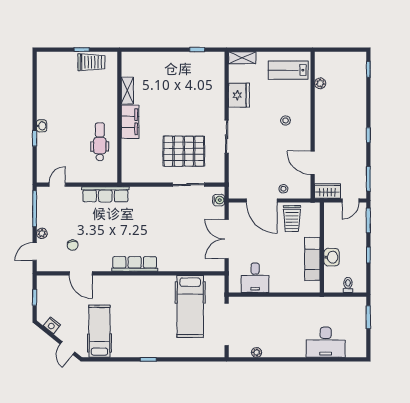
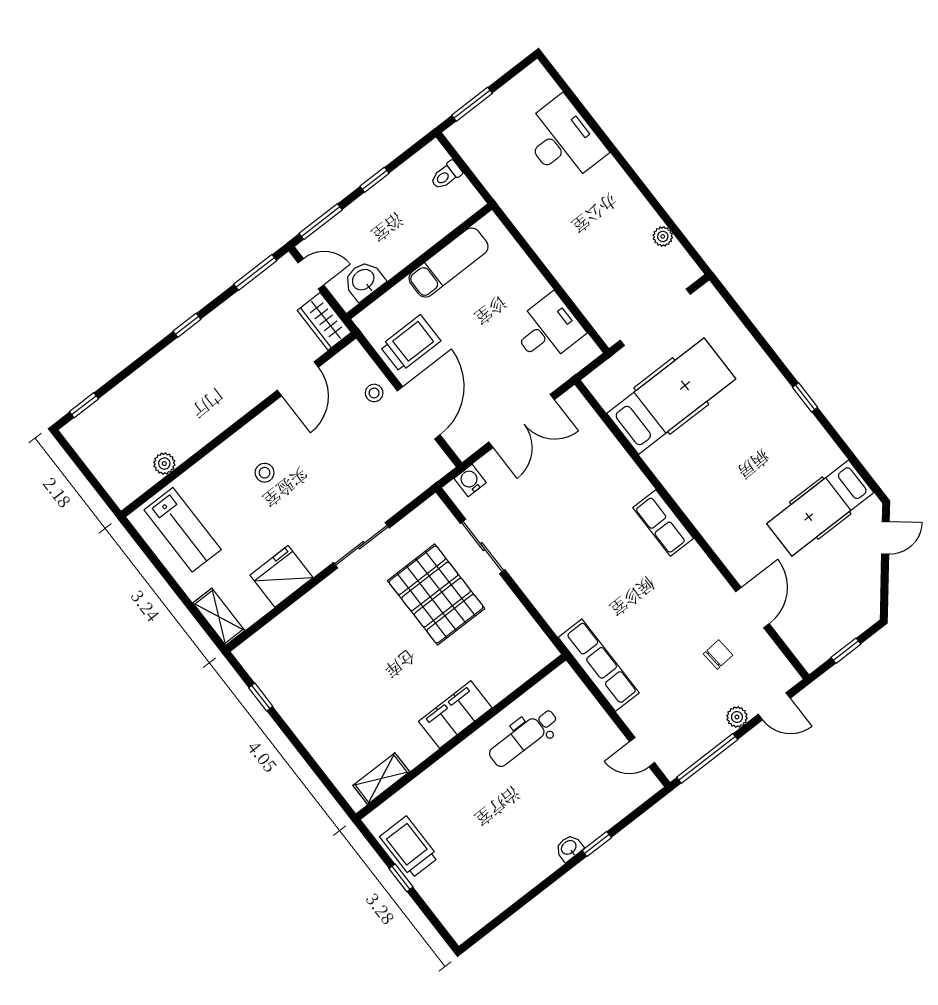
shelving: (127, 90) -> (381, 779), moved
washbasin: (332, 257) -> (364, 280), moved
row of seats: (135, 264) -> (663, 523), width x0.68
nightstand: (52, 325) -> (869, 590), removed

